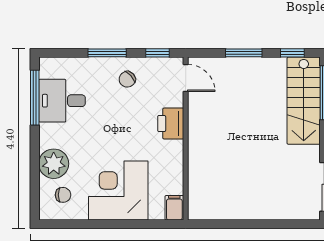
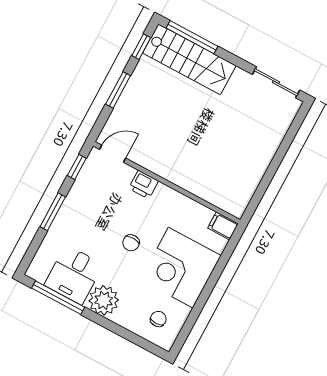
chair: (127, 79) -> (131, 243), moved, turned 42
printer: (171, 124) -> (144, 185), width x0.73, depth x0.81
plant: (54, 164) -> (104, 300), moved

